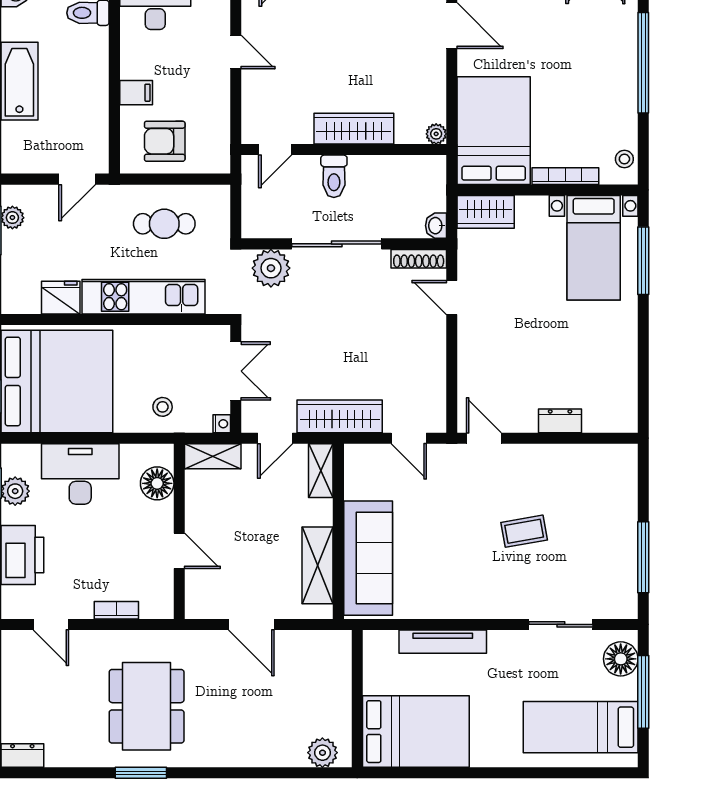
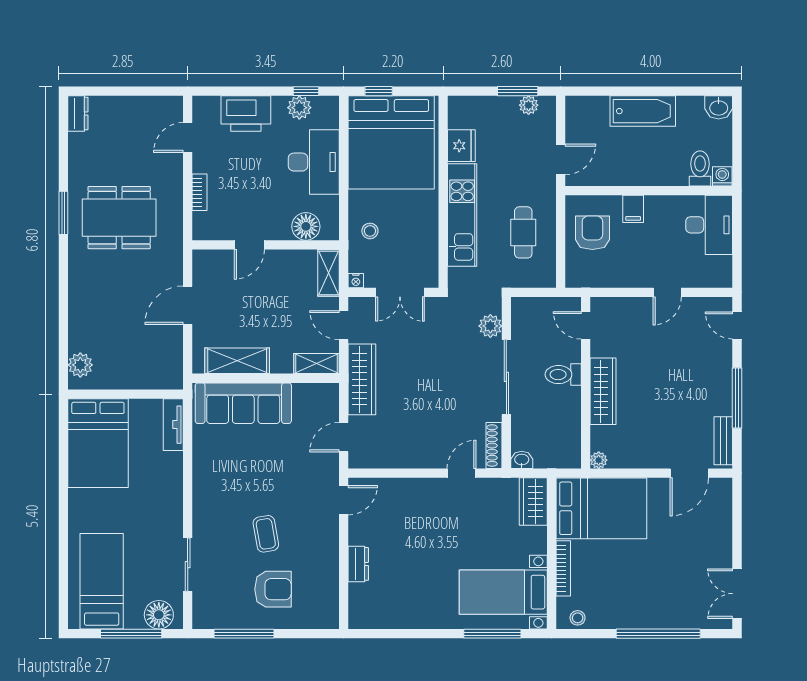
door: (77, 179) -> (561, 159), swing flipped
plant: (271, 268) -> (490, 326), width x0.73, depth x0.73
armchair: (590, 523) -> (273, 589), added
tv unit: (443, 642) -> (173, 425), moved, width x0.71

